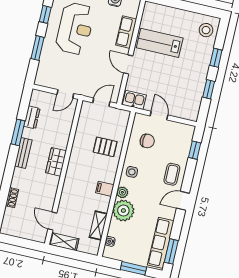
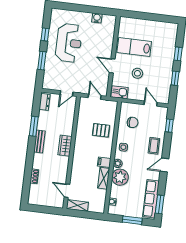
stool: (206, 30) -> (137, 73), moved
row of seats: (126, 32) -> (108, 41), removed
door: (101, 102) -> (95, 97), hinge flipped
door: (159, 116) -> (151, 104), moved
dresser: (32, 117) -> (45, 102), moved
shelving: (98, 226) -> (104, 178), moved

